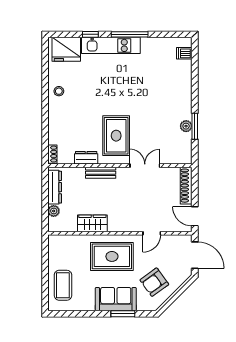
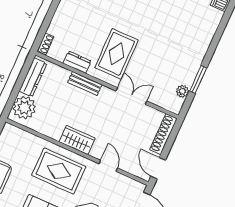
plant: (186, 126) -> (182, 91), moved
plant: (54, 211) -> (24, 108), width x1.88, depth x1.88
wardrobe: (92, 223) -> (77, 140), moved
door: (152, 233) -> (108, 166), swing flipped

